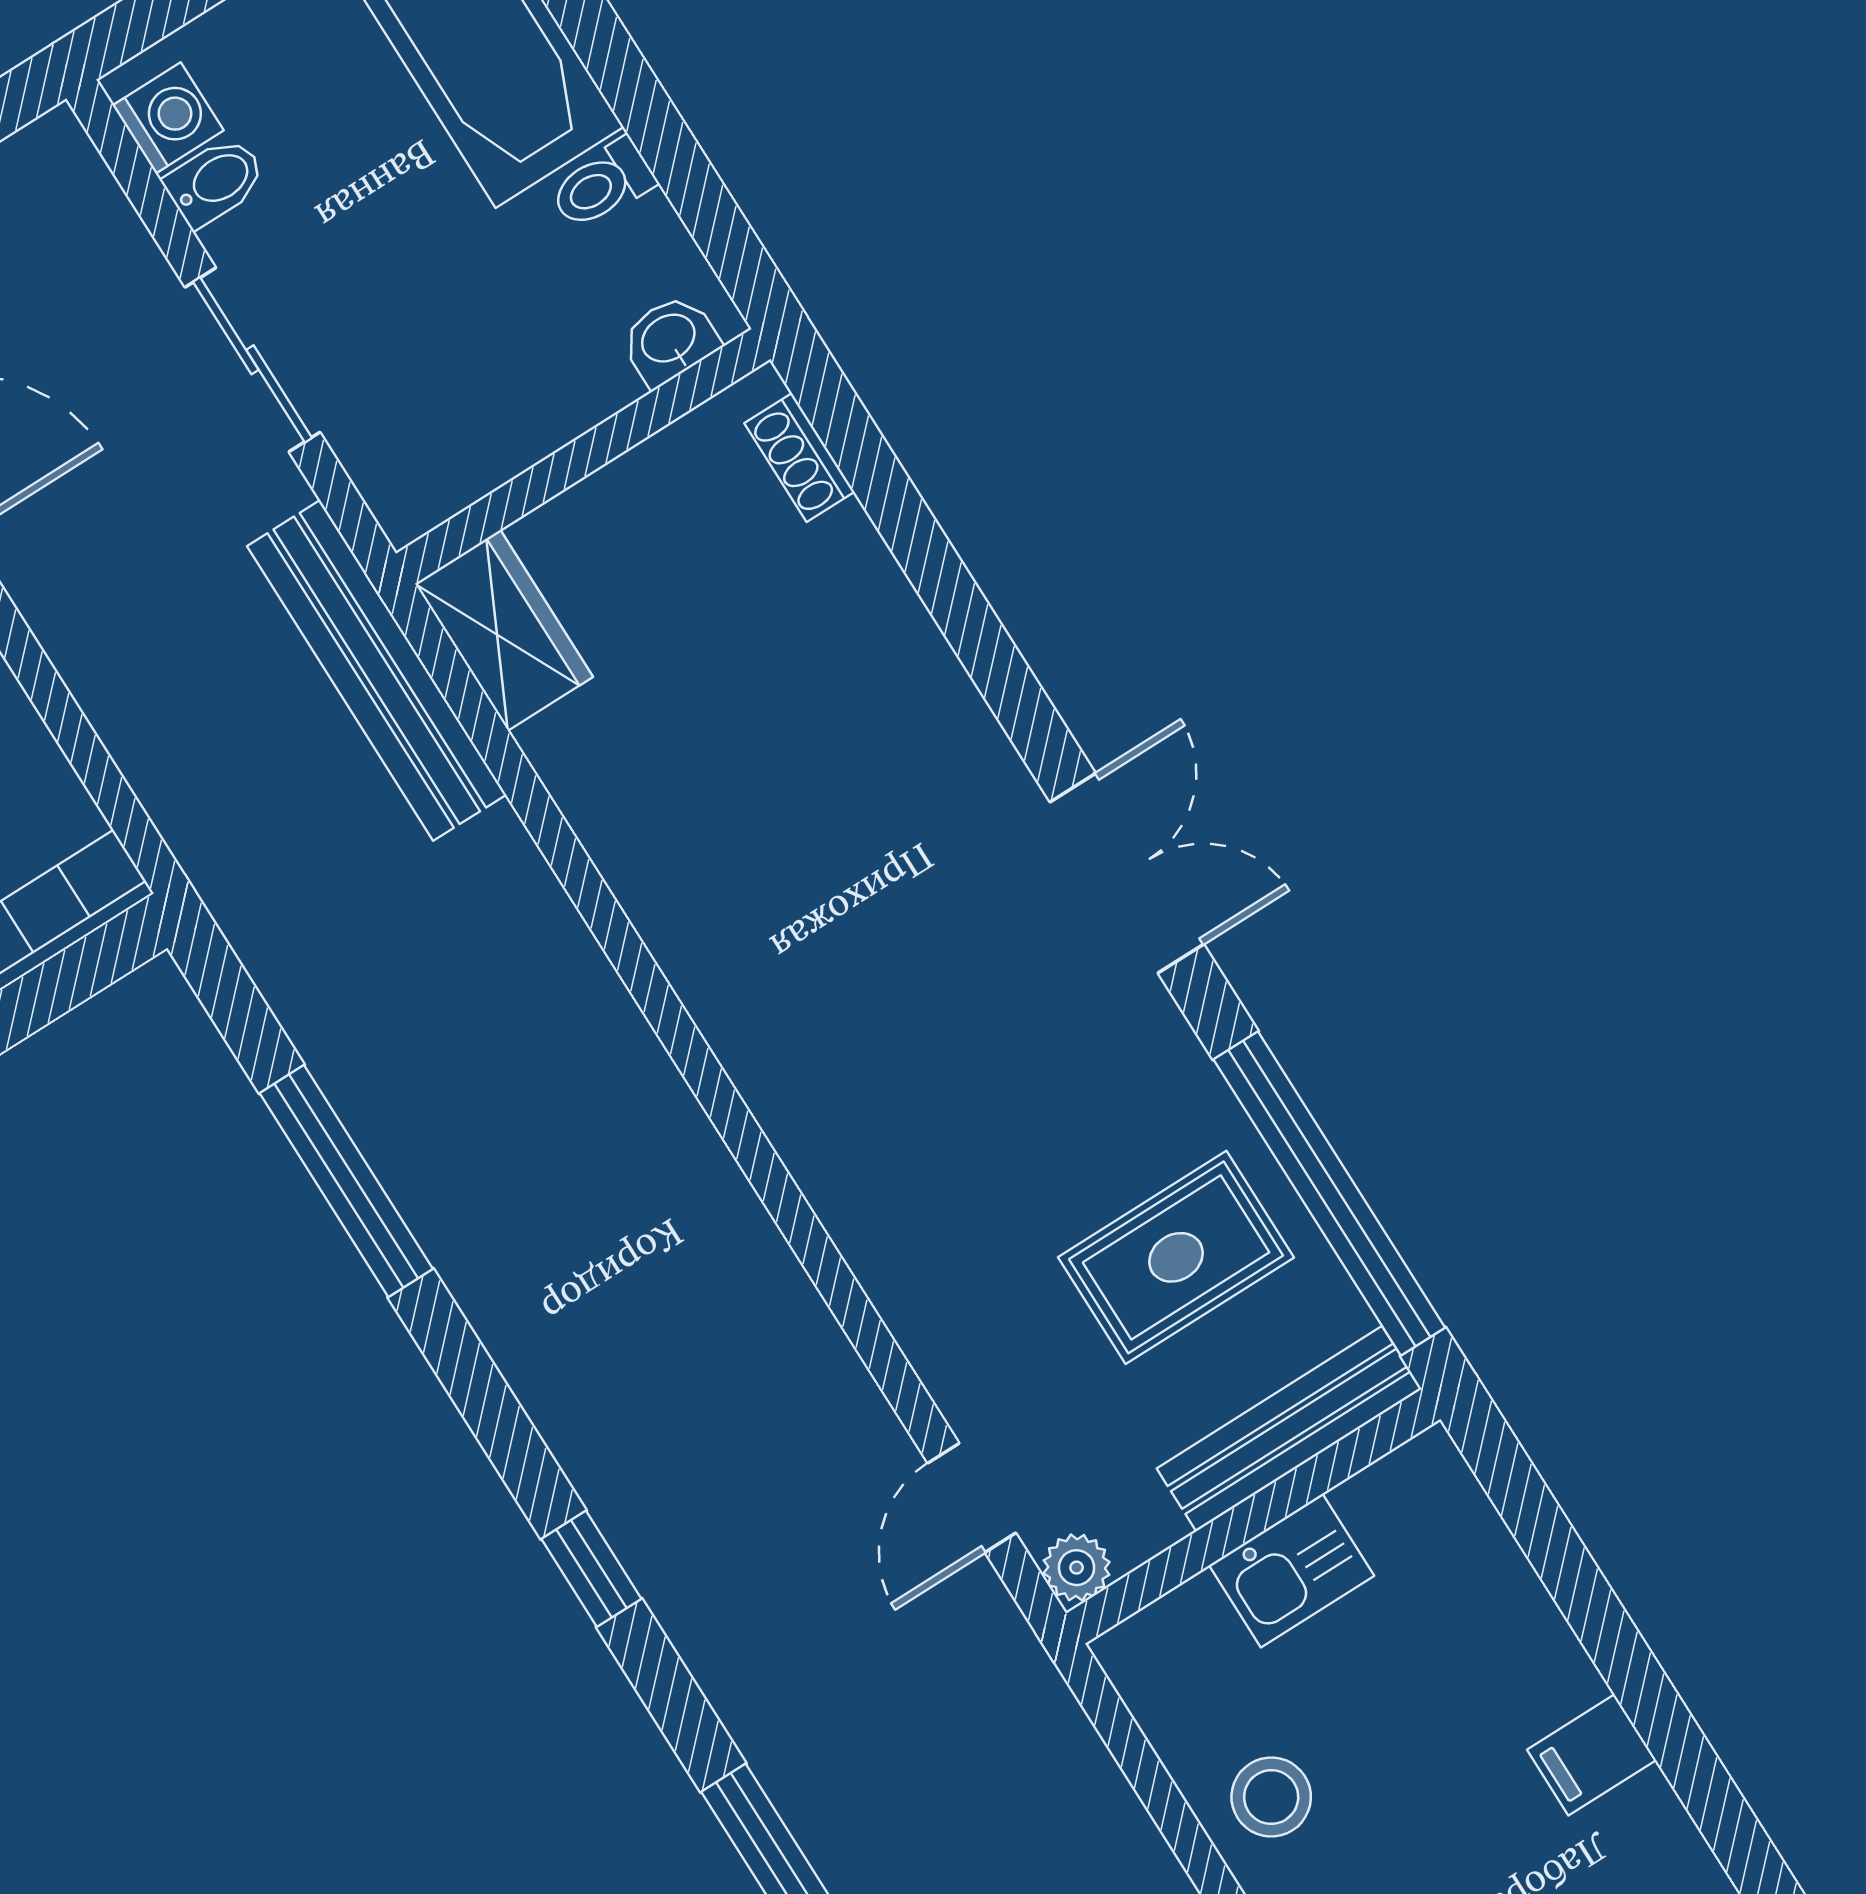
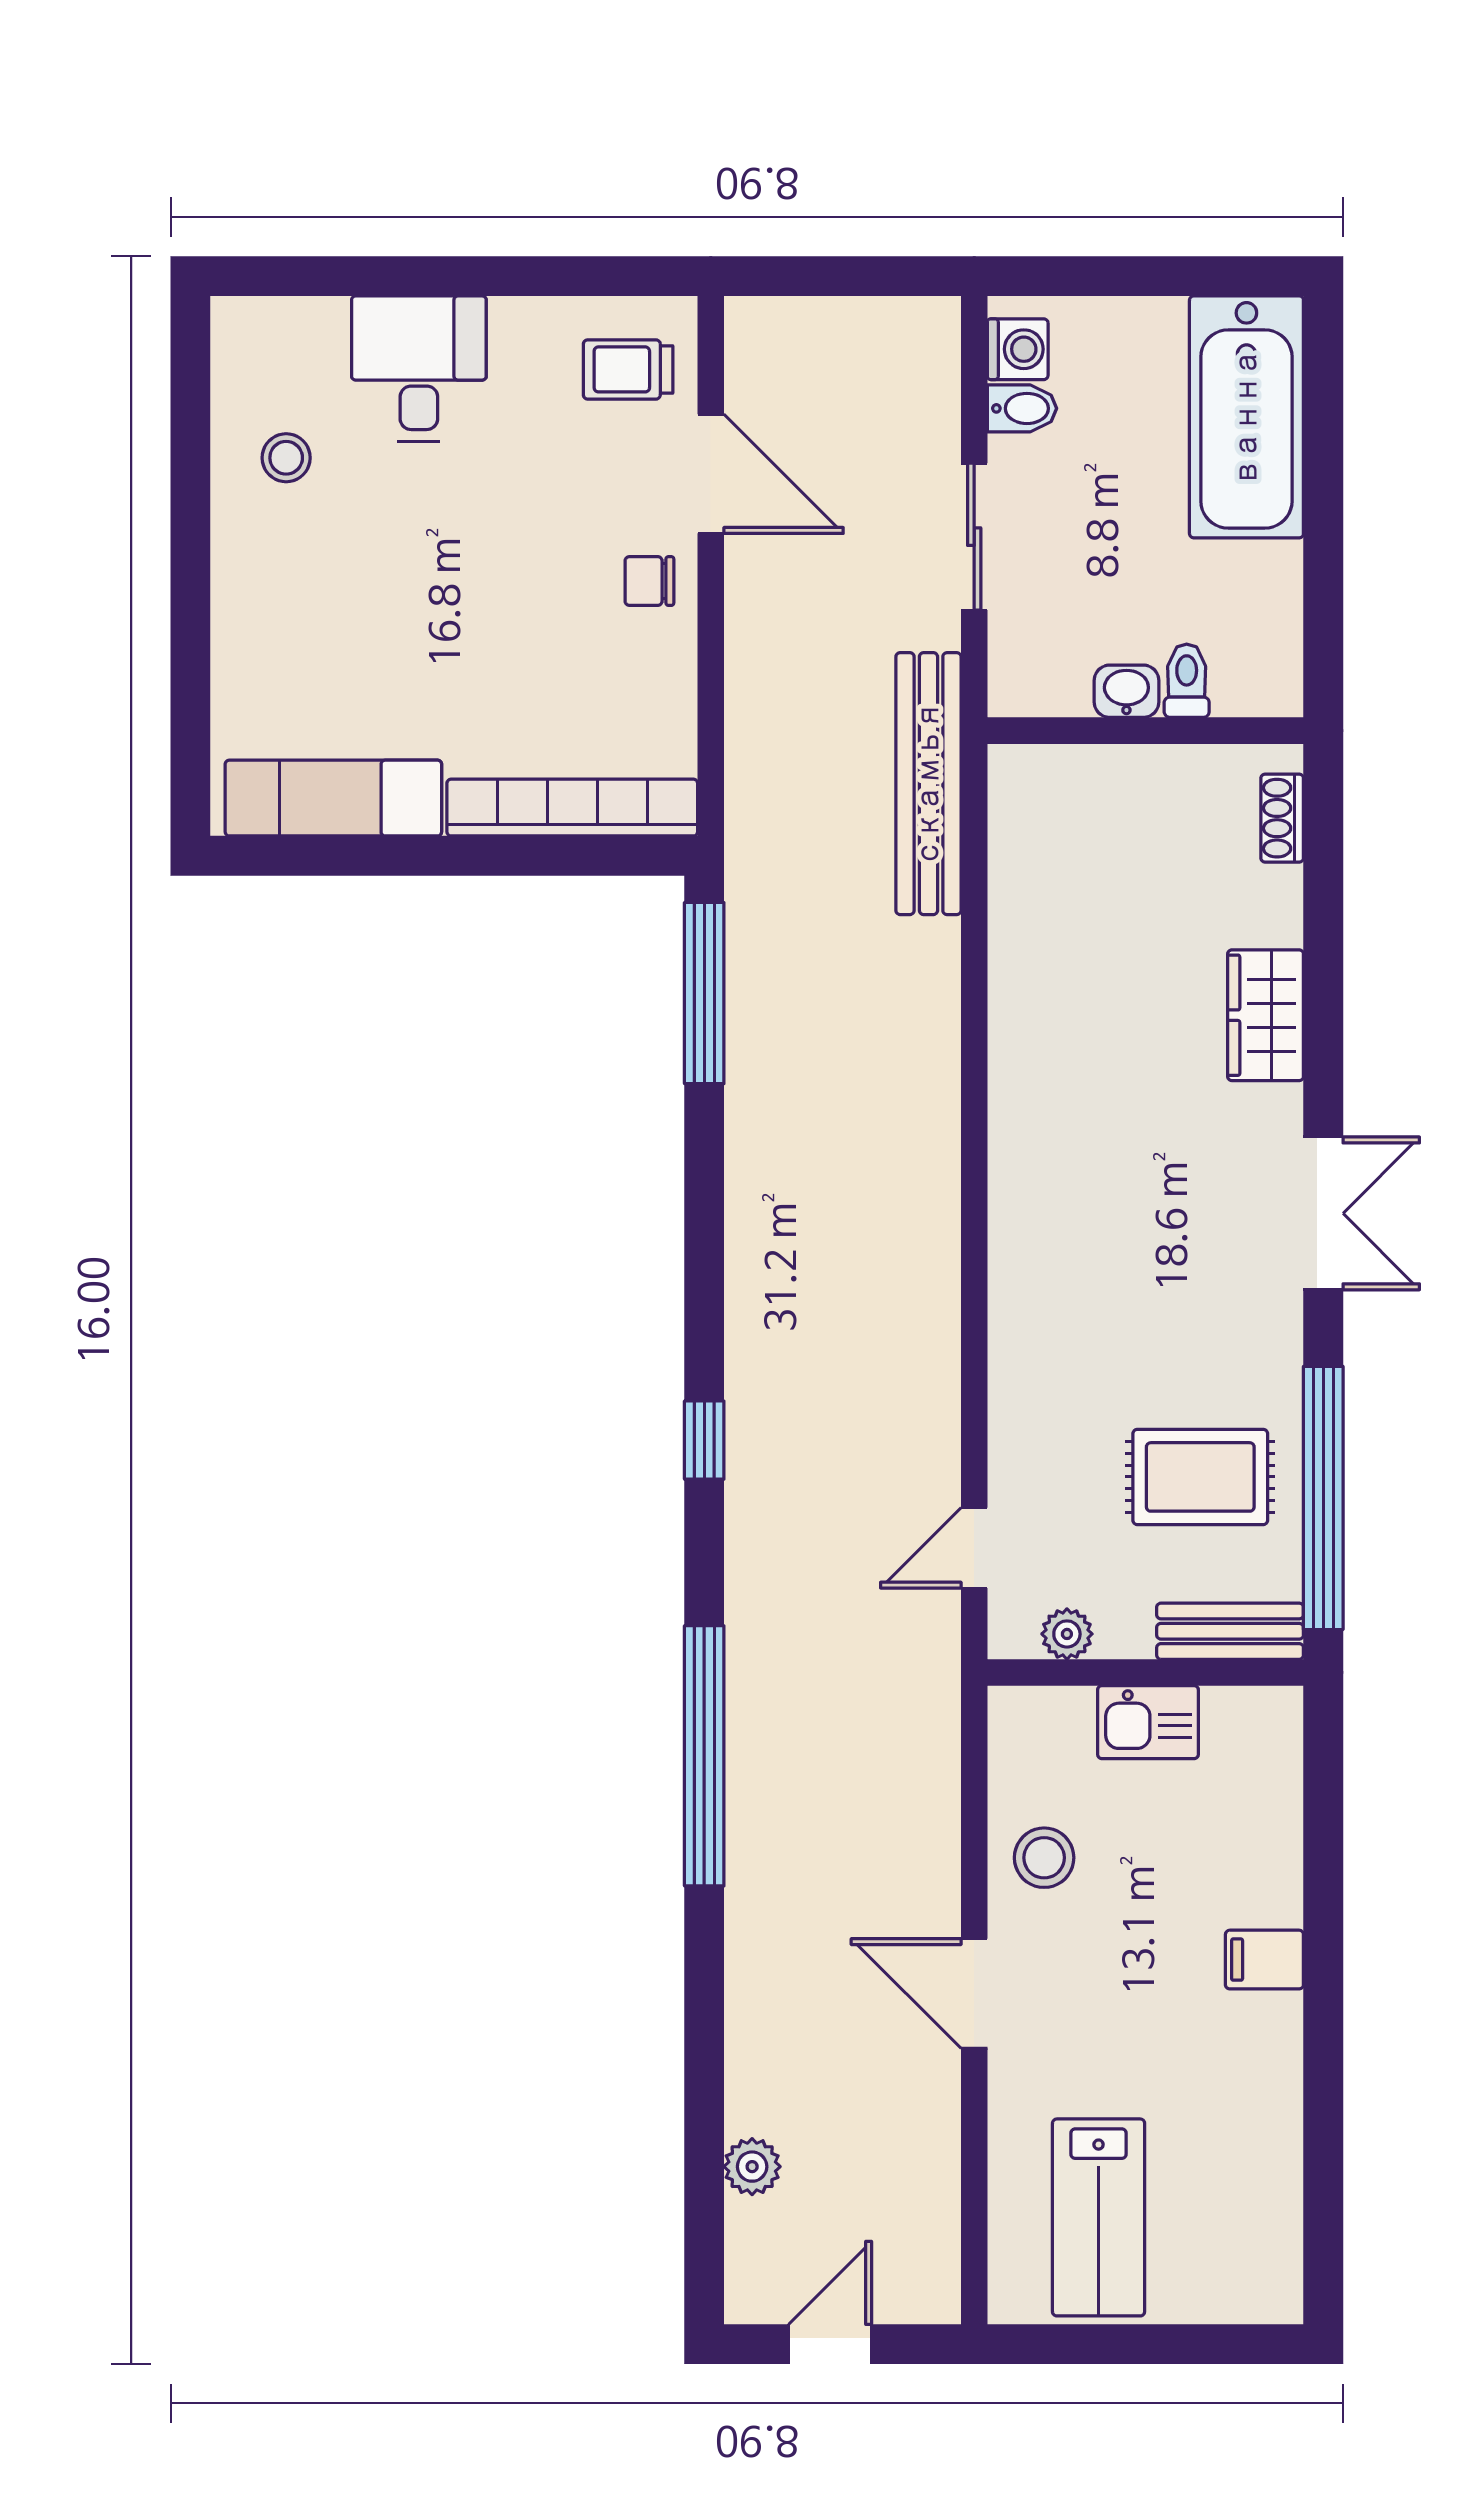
toilet: (602, 184) -> (1187, 681), moved, turned 90
washbasin: (669, 340) -> (1126, 691), moved
wardrobe: (504, 630) -> (1266, 1015), moved, turned 180
window: (346, 1181) -> (704, 993), moved
bench: (1289, 1429) -> (1230, 1631), width x0.73
plant: (1077, 1568) -> (1067, 1634), moved

